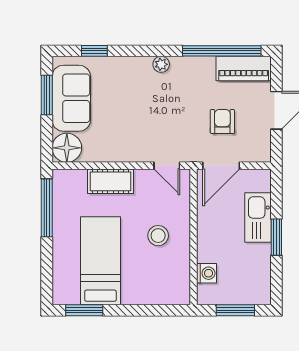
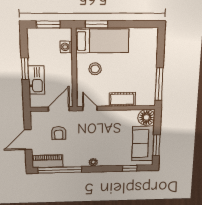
bed: (101, 261) -> (102, 41), moved, turned -90
window: (84, 310) -> (96, 24), moved

